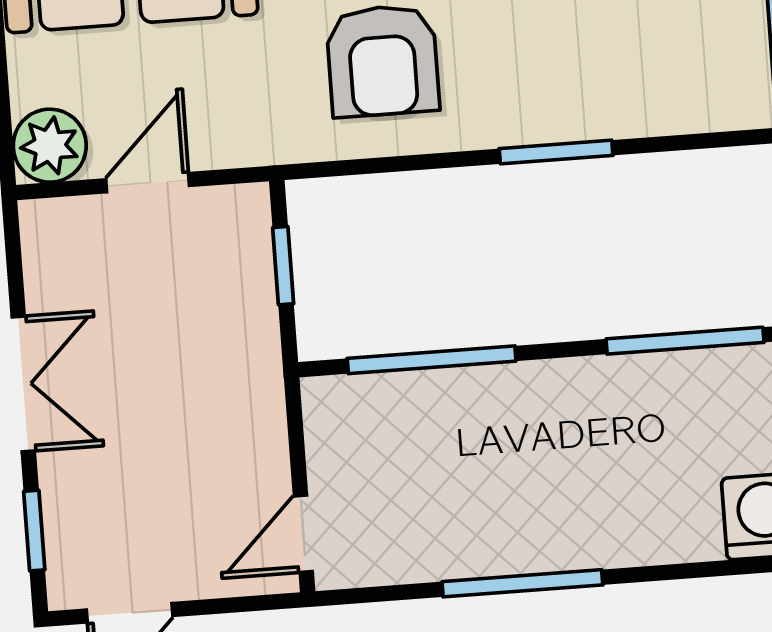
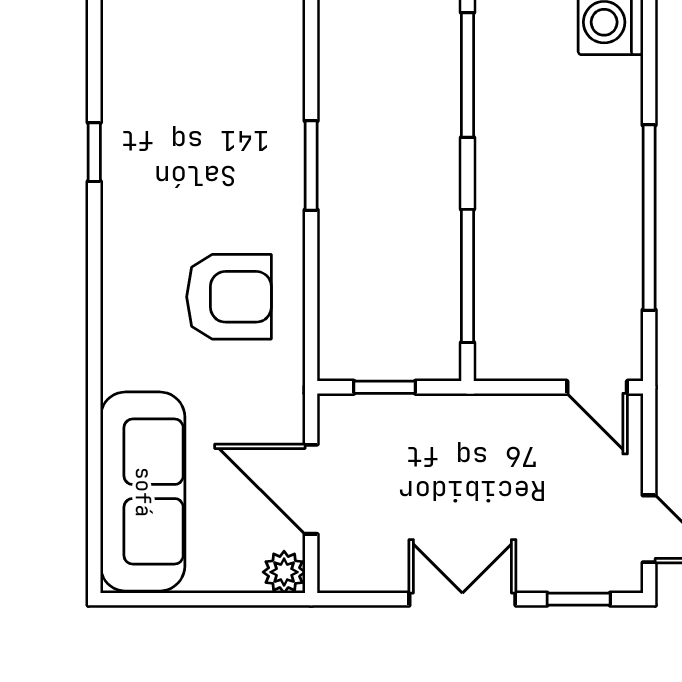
plant: (50, 146) -> (284, 572), width x0.73, depth x0.73
door: (148, 183) -> (311, 489), width x1.38
window: (522, 583) -> (649, 218), width x1.46

